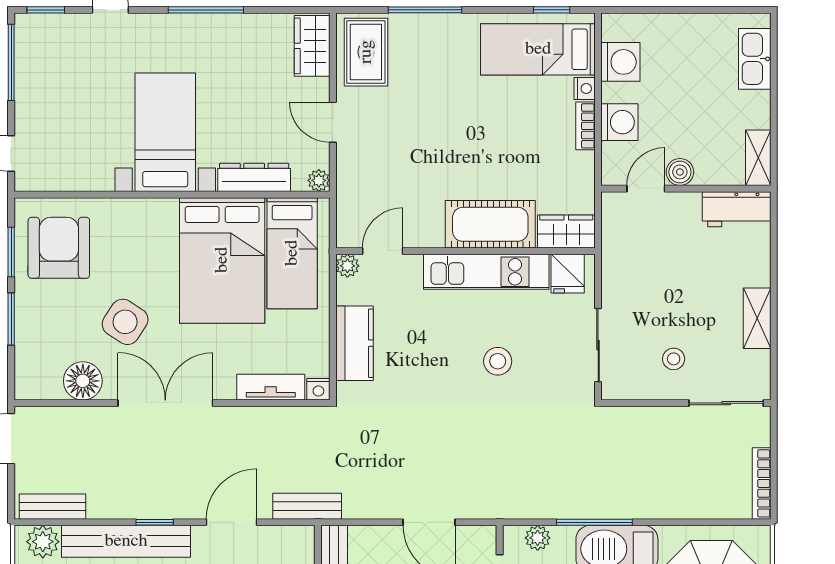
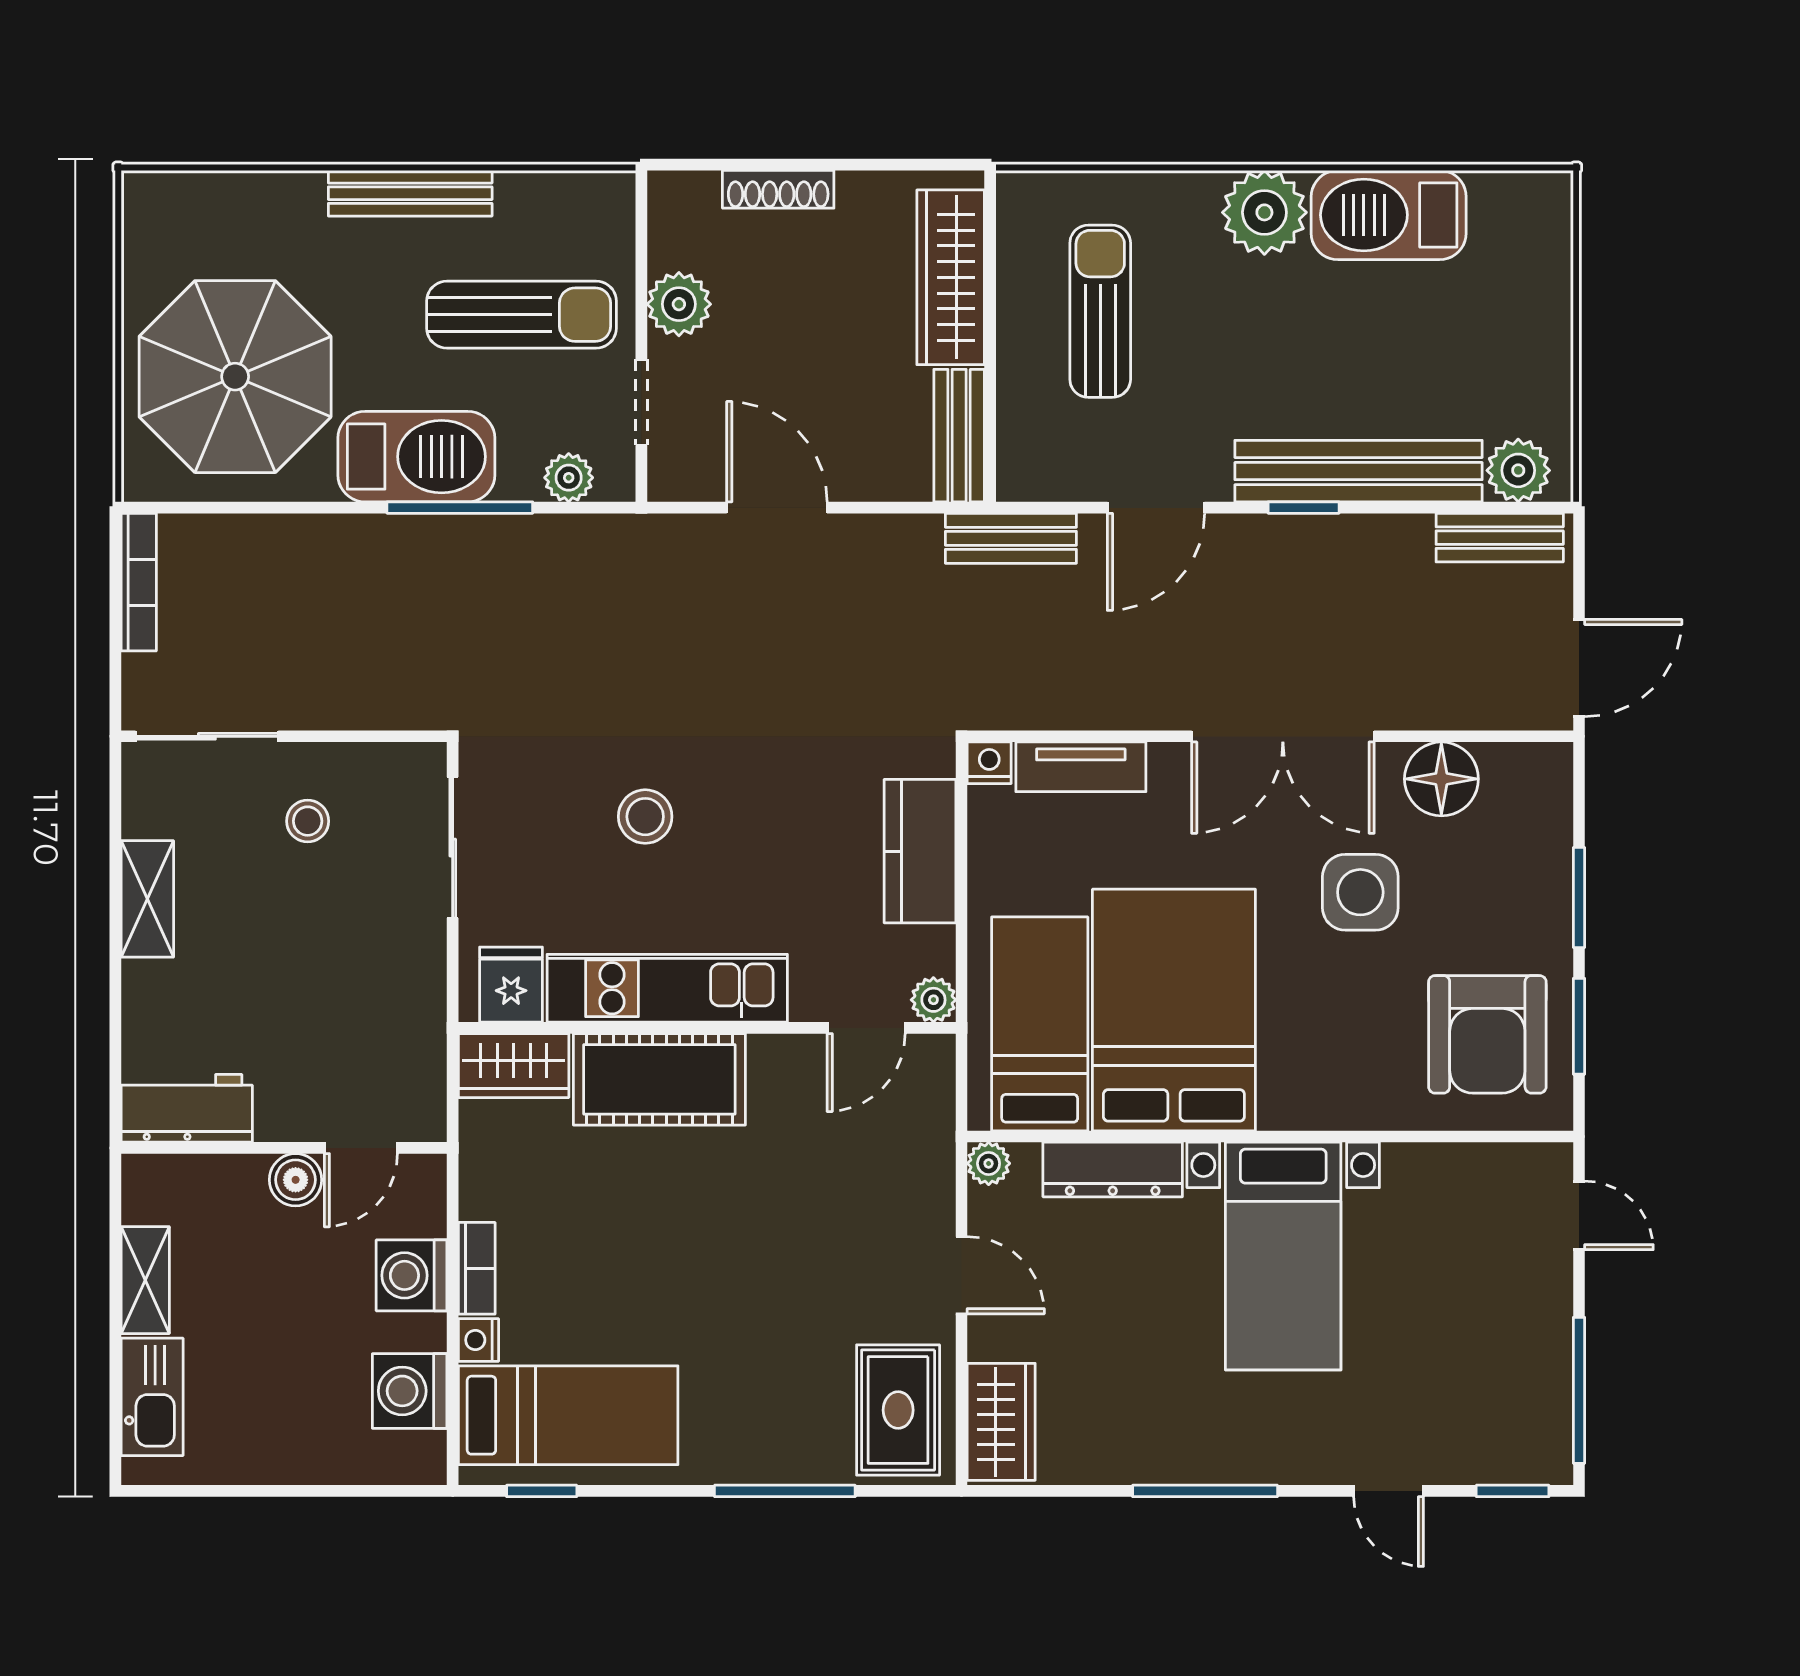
shelving: (758, 158) -> (145, 1280), moved
side table: (125, 322) -> (1360, 892), turned -33

